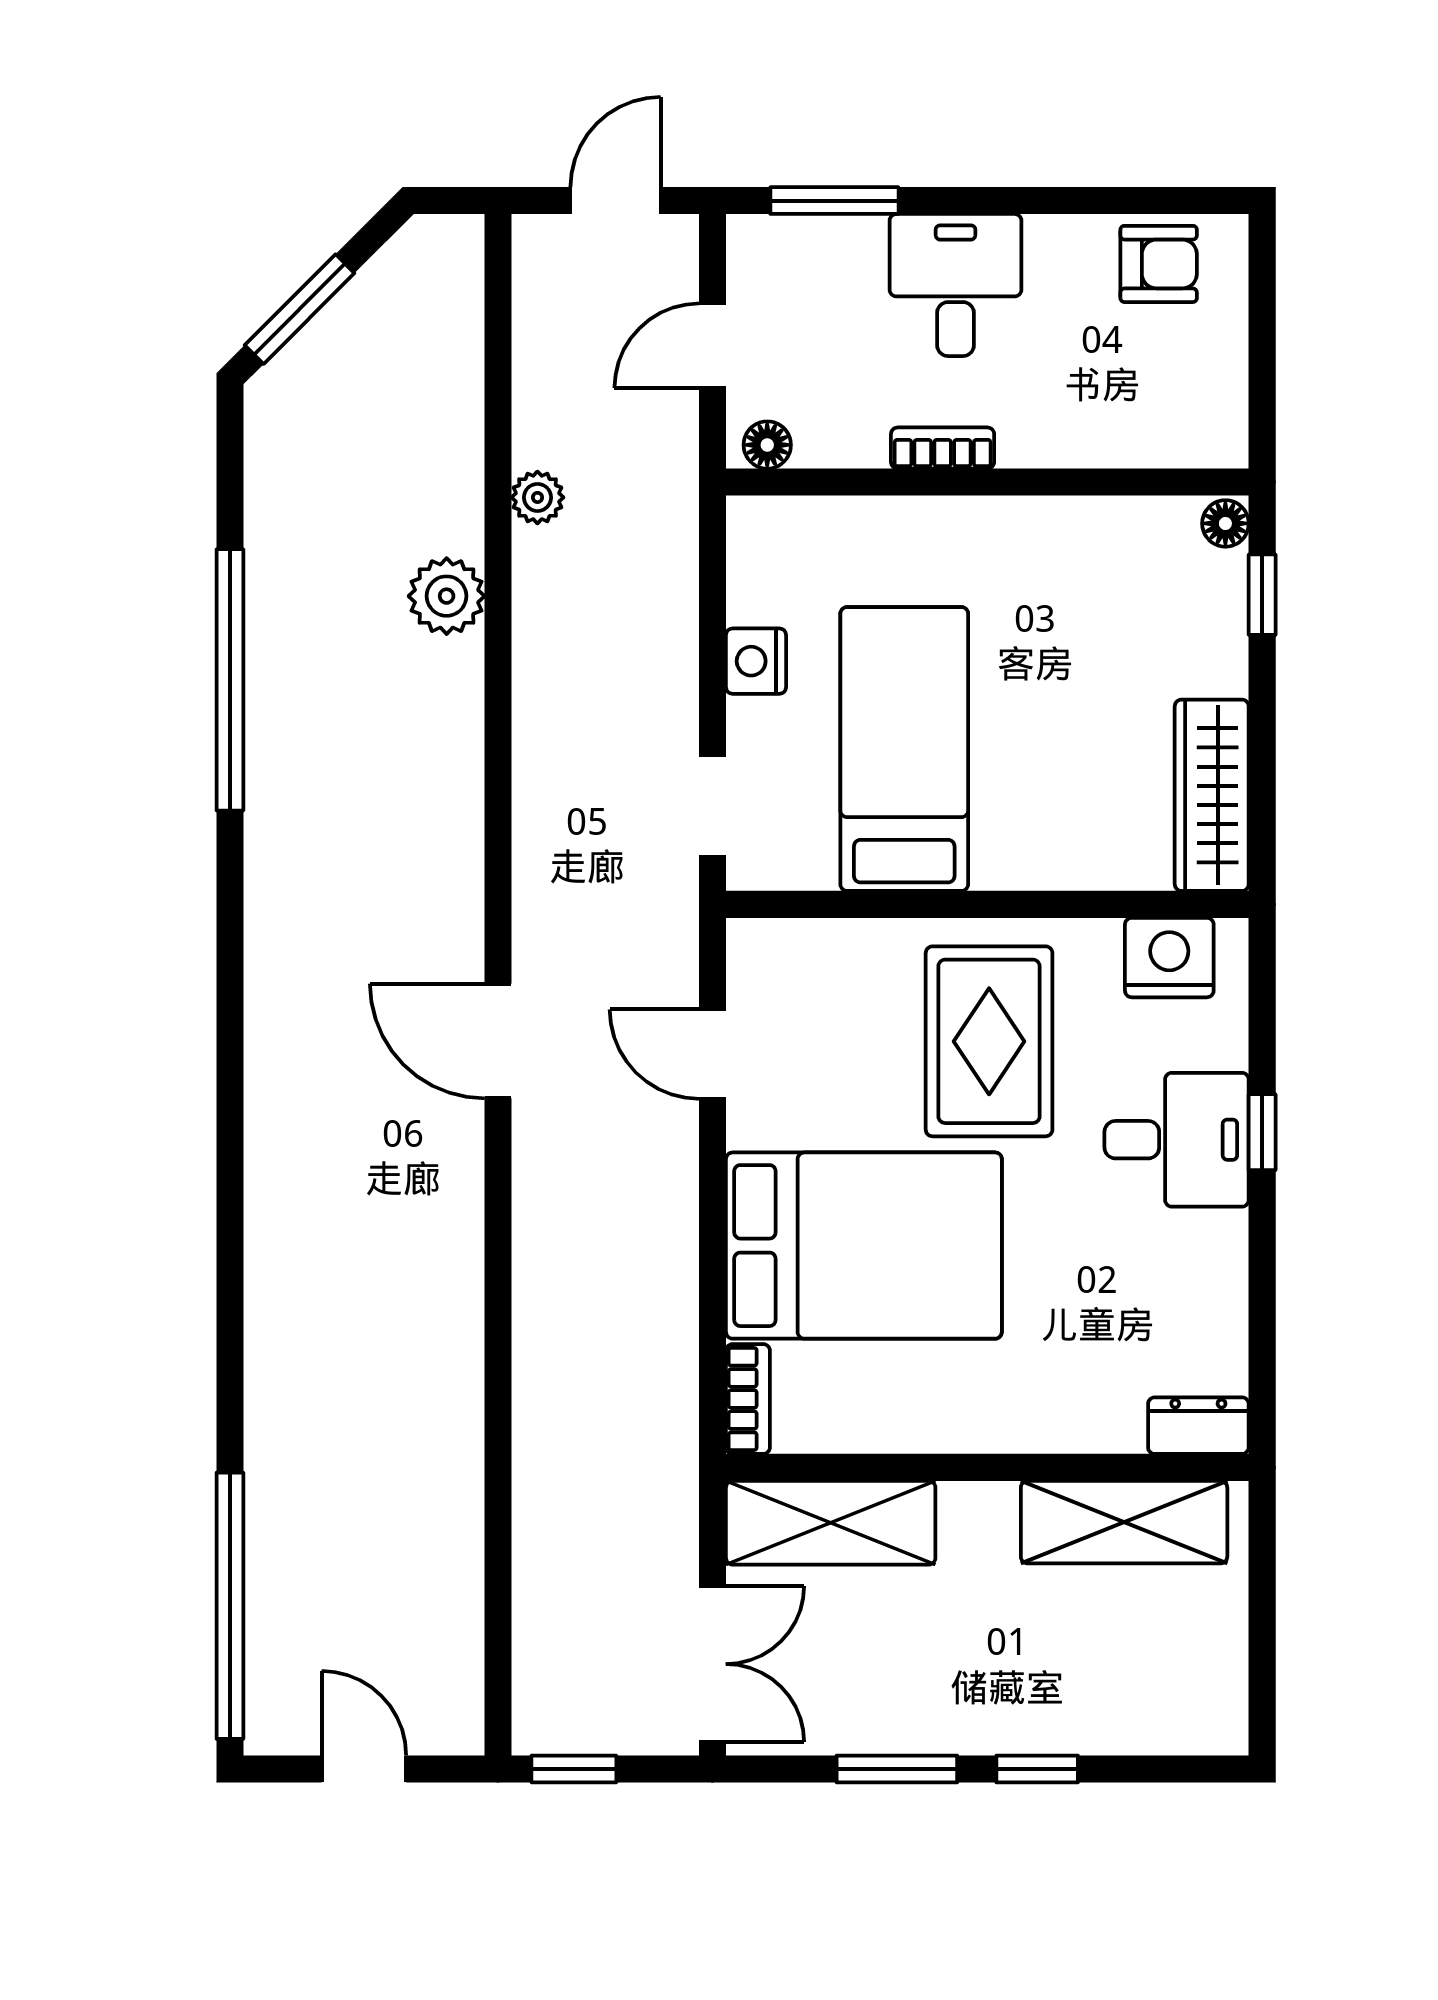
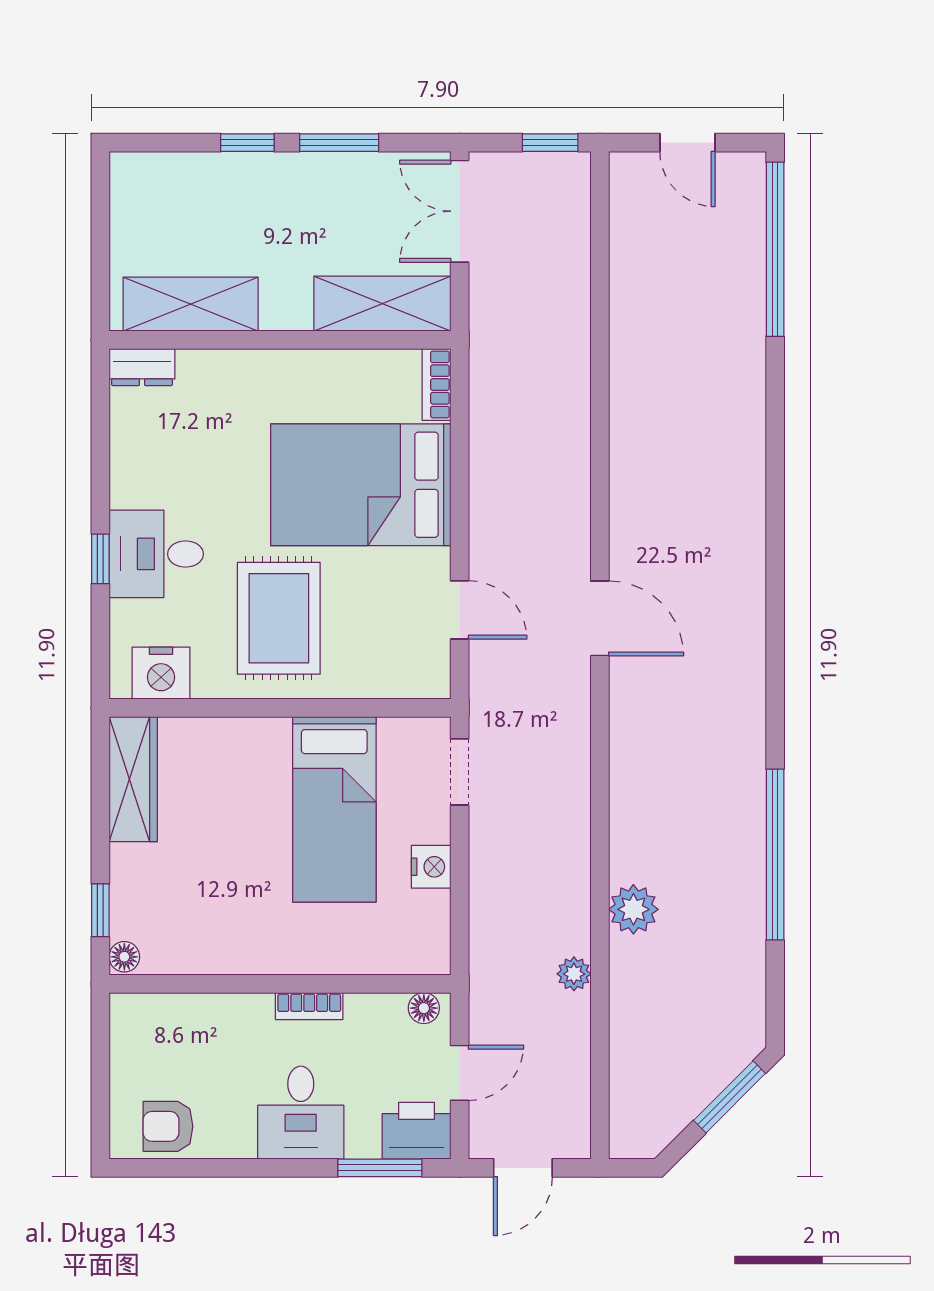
printer: (778, 257) -> (417, 1131), added

